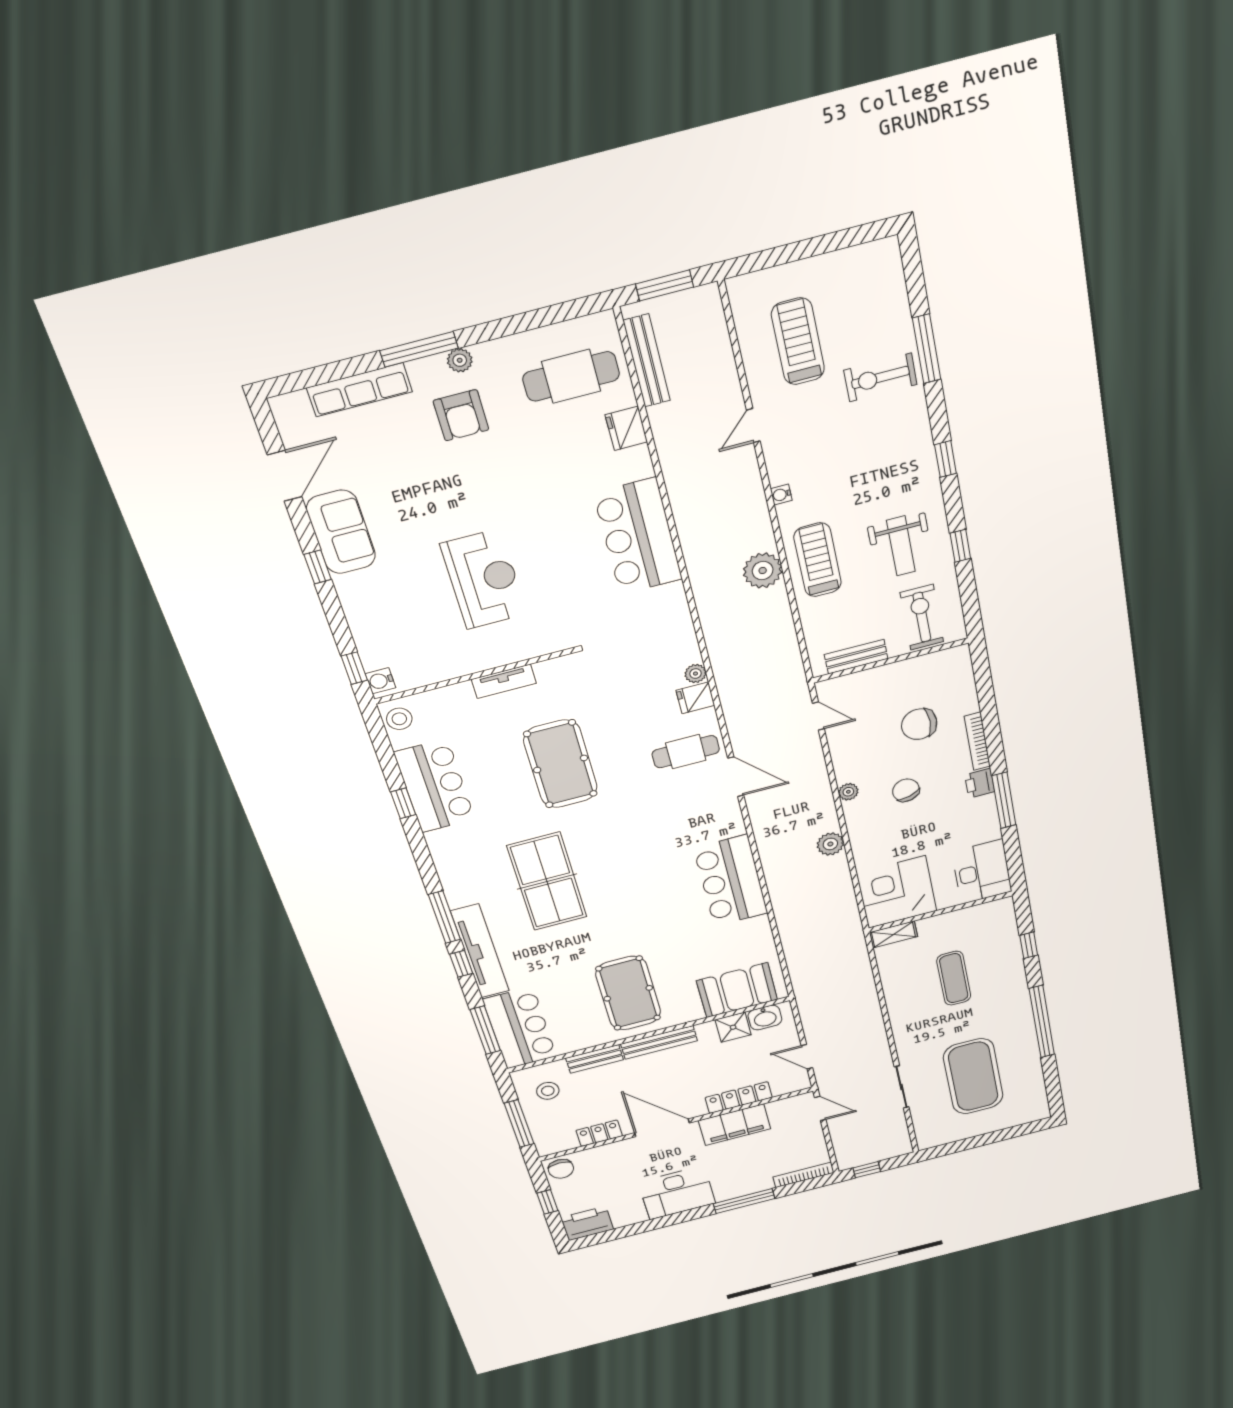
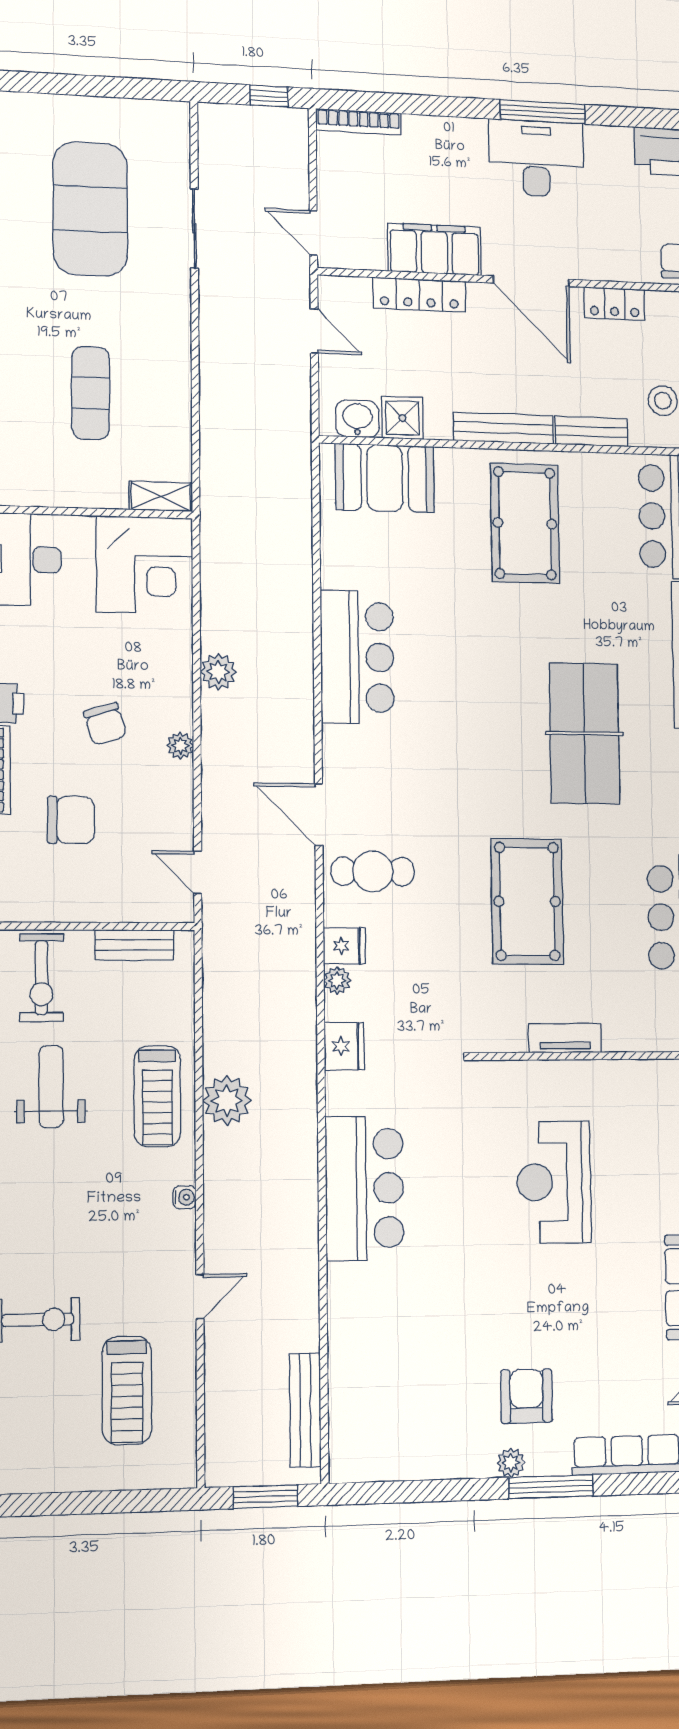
cafe table: (571, 376) -> (394, 1412), removed
fridge: (626, 428) -> (344, 1046), moved
window: (744, 1201) -> (543, 112), moved

